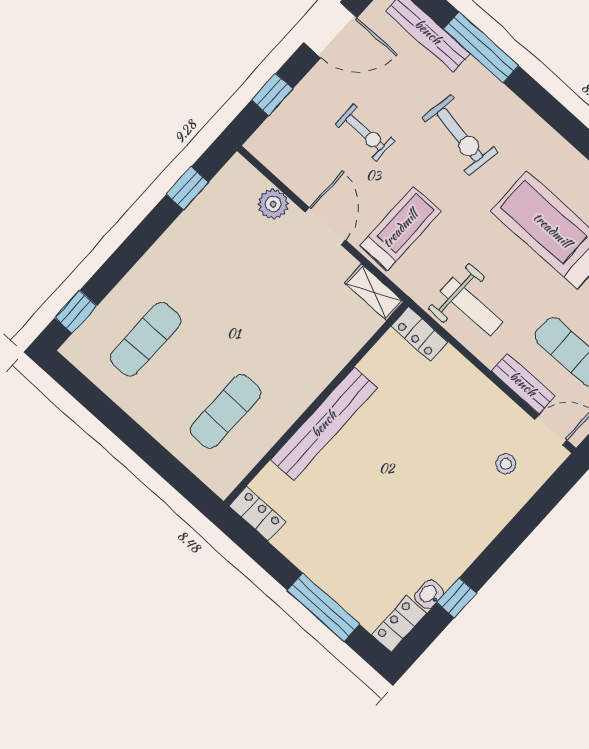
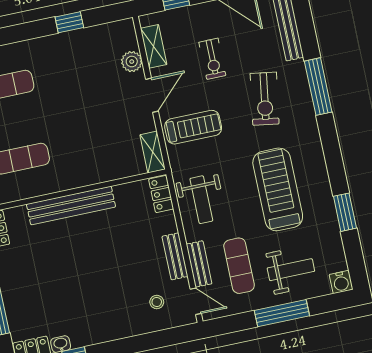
window: (481, 47) -> (318, 87), moved
shelving: (286, 168) -> (154, 46), added
window: (187, 188) -> (69, 22), moved
bench: (489, 395) -> (175, 256), added

